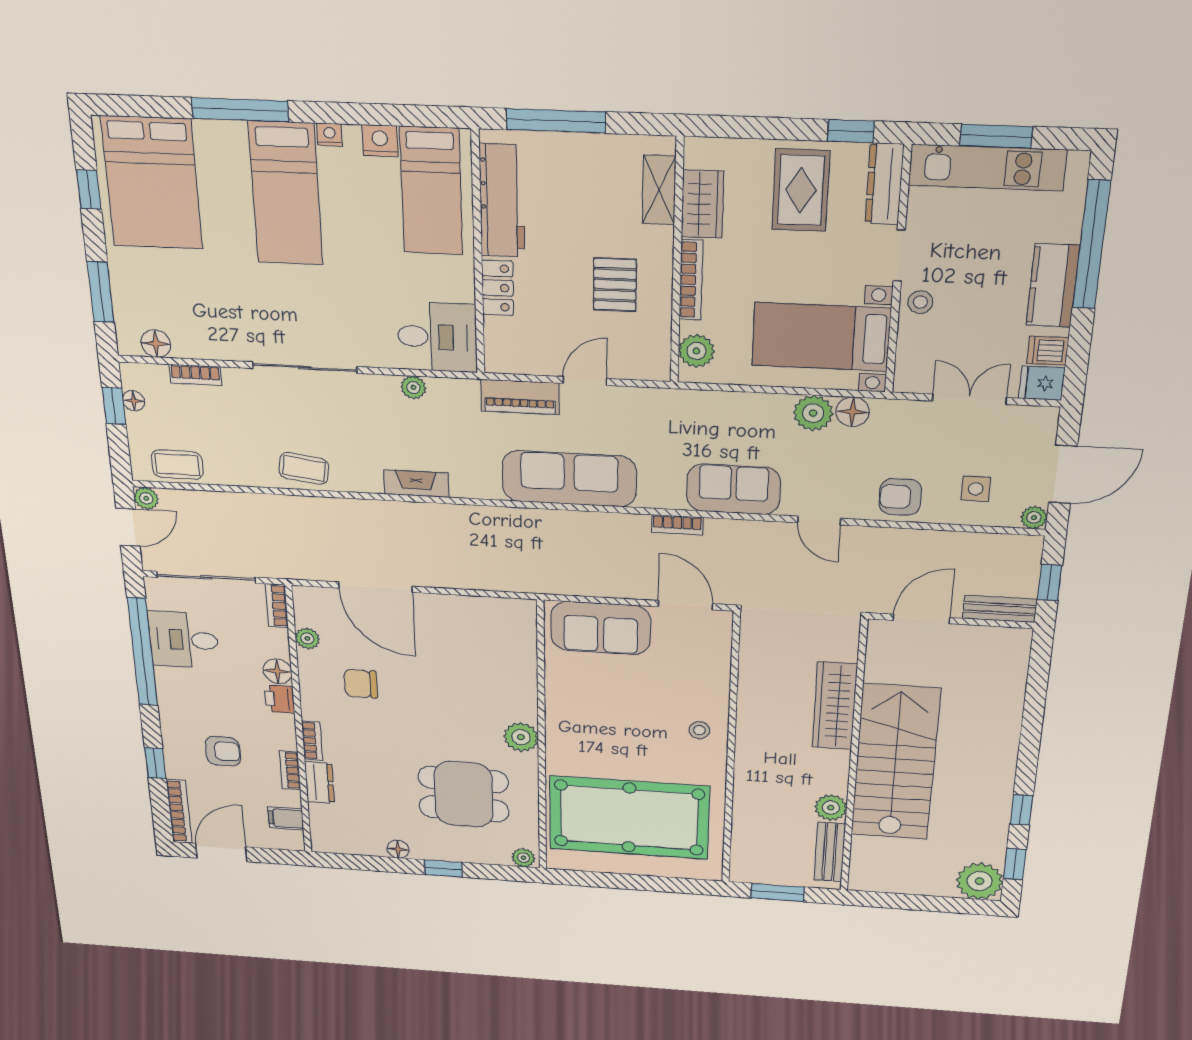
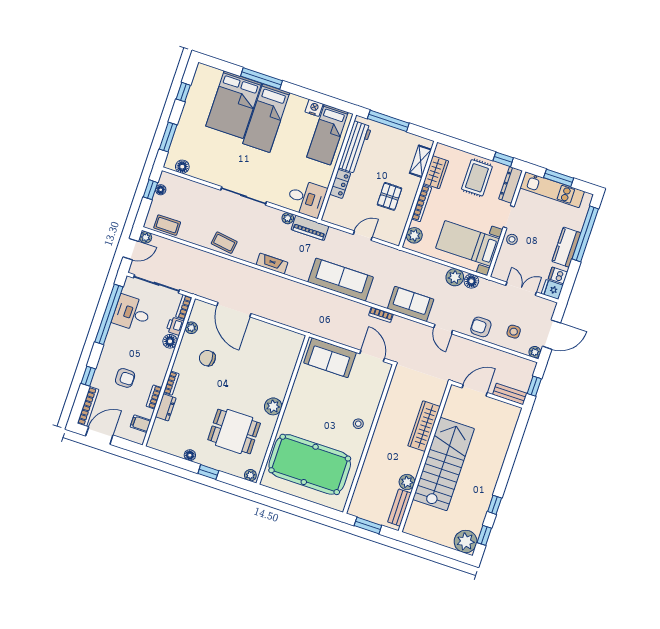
nightstand: (329, 135) -> (294, 99), removed
bed: (152, 183) -> (234, 105), moved
bookcase: (196, 375) -> (194, 186), removed
piano: (520, 397) -> (310, 228), moved
printer: (280, 699) -> (175, 326), moved

